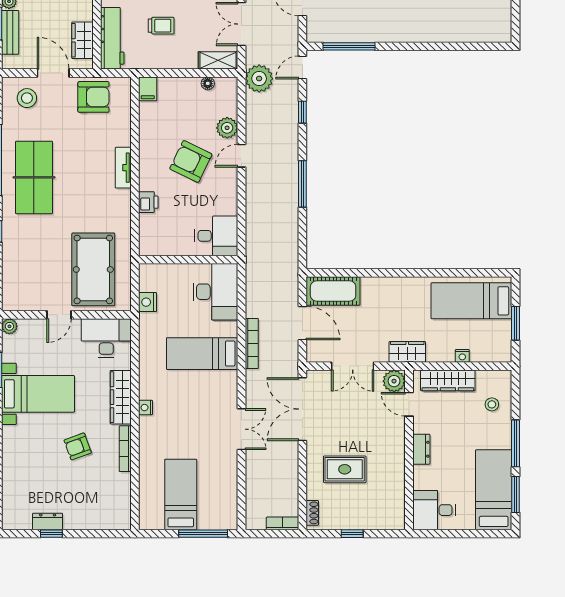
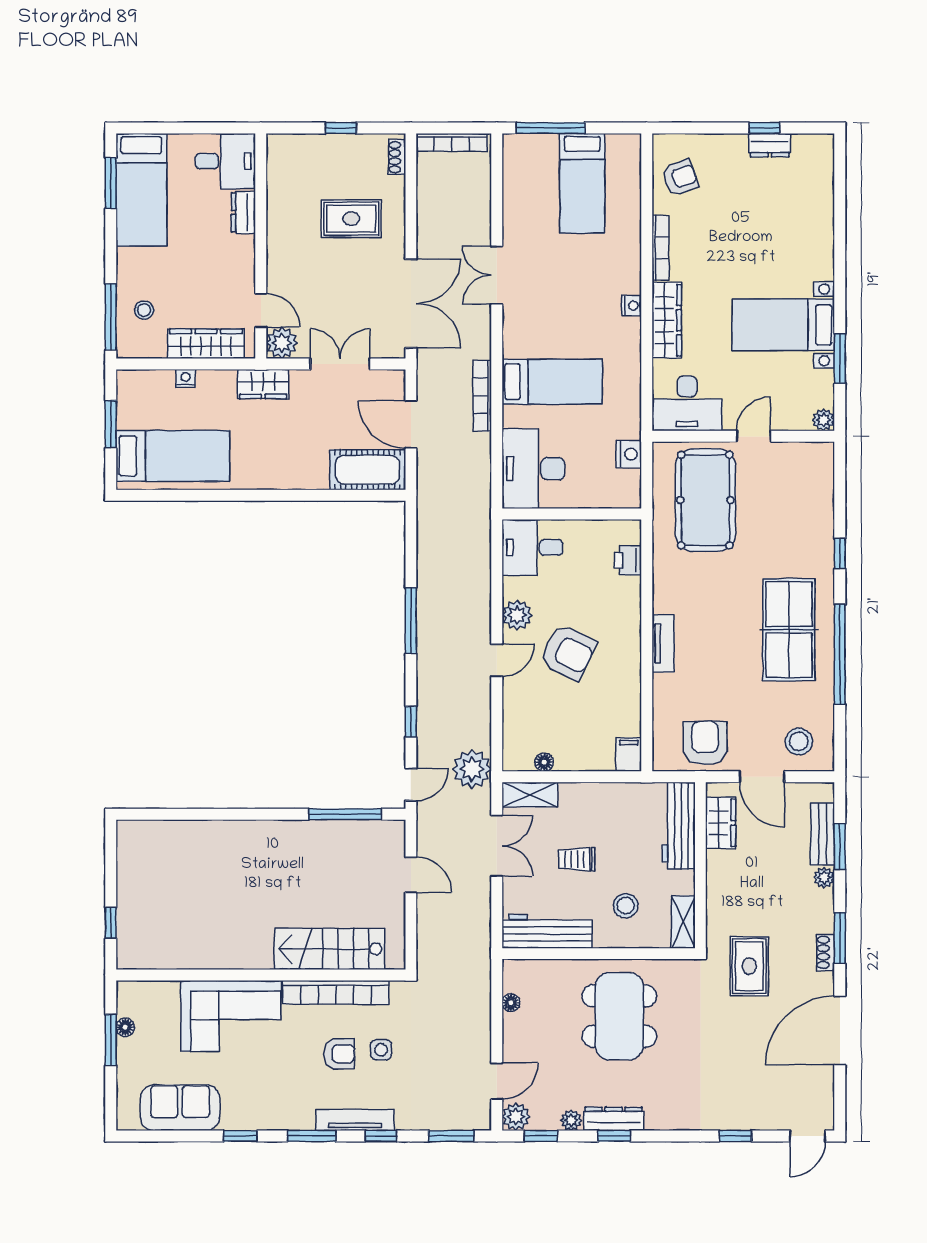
trolley: (161, 26) -> (577, 859), moved
armchair: (93, 97) -> (705, 743), turned 90
plant: (227, 128) -> (517, 615), moved
printer: (148, 202) -> (628, 560), moved
window: (516, 443) -> (111, 317), moved
armchair: (78, 446) -> (680, 178), moved
dresser: (421, 449) -> (243, 212), moved
bookcase: (283, 523) -> (452, 142), width x1.56

